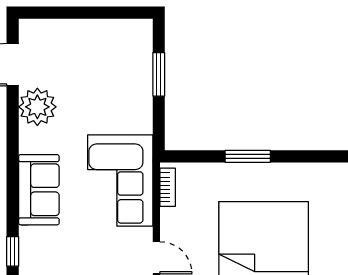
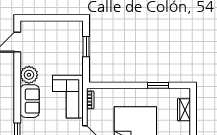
plant: (37, 107) -> (29, 75), moved
window: (248, 156) -> (158, 85), moved

